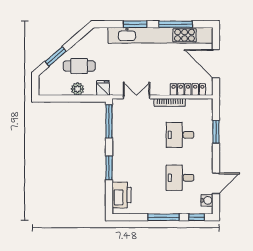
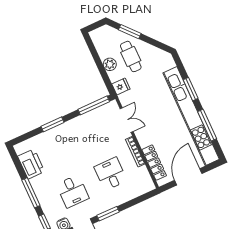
window: (216, 132) -> (108, 214), moved
desk: (180, 178) -> (73, 191), turned 180
printer: (122, 195) -> (31, 164), moved, turned -90

